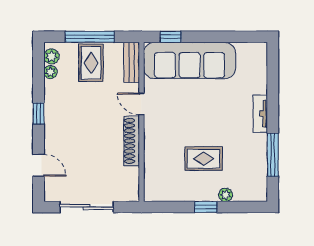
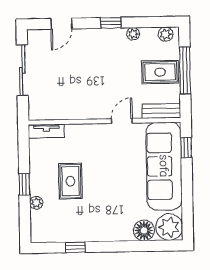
plant: (253, 56) -> (169, 227), added
plant: (50, 72) -> (133, 34), moved
floor lamp: (256, 83) -> (144, 230), added
tv unit: (260, 114) -> (46, 131), moved, turned 180
shoe rack: (132, 141) -> (86, 112), removed
window: (273, 155) -> (75, 247), width x0.46

